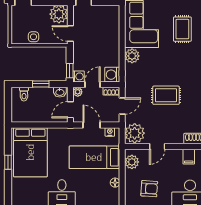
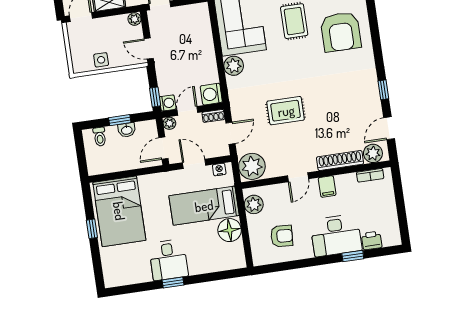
plant: (59, 14) -> (135, 19), width x0.53, depth x0.53
washbasin: (60, 92) -> (127, 130), moved
door: (157, 146) -> (298, 177), moved
floor lamp: (115, 183) -> (230, 230), width x1.89, depth x1.89

